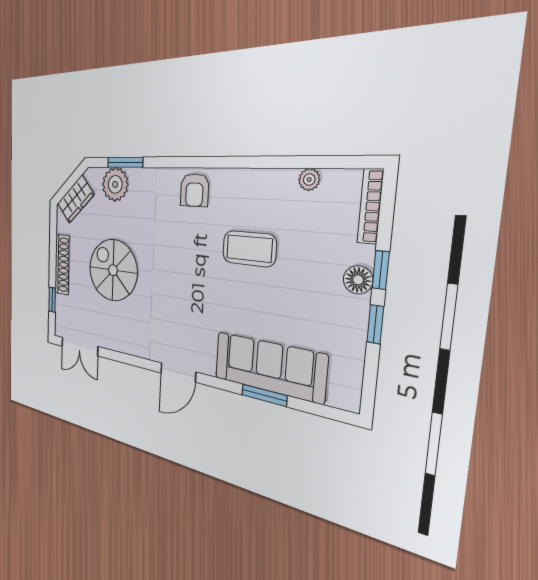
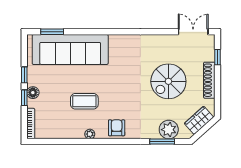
plant: (309, 180) -> (90, 134), moved
spiral stairs: (113, 270) -> (168, 81), turned 90
sofa: (269, 367) -> (70, 49), width x1.36, depth x1.27
door: (178, 372) -> (121, 32), removed
window: (264, 395) -> (52, 32), moved

